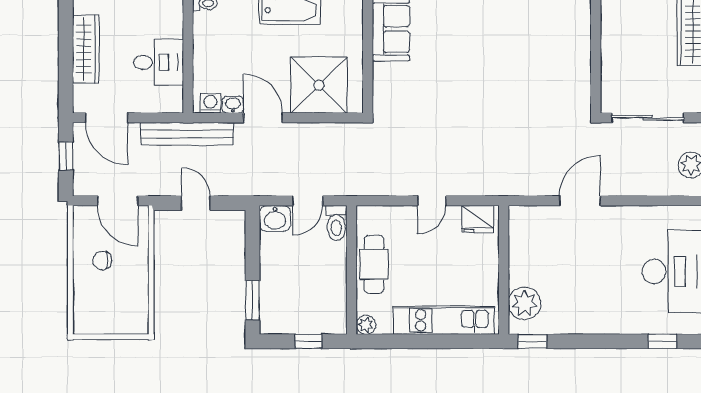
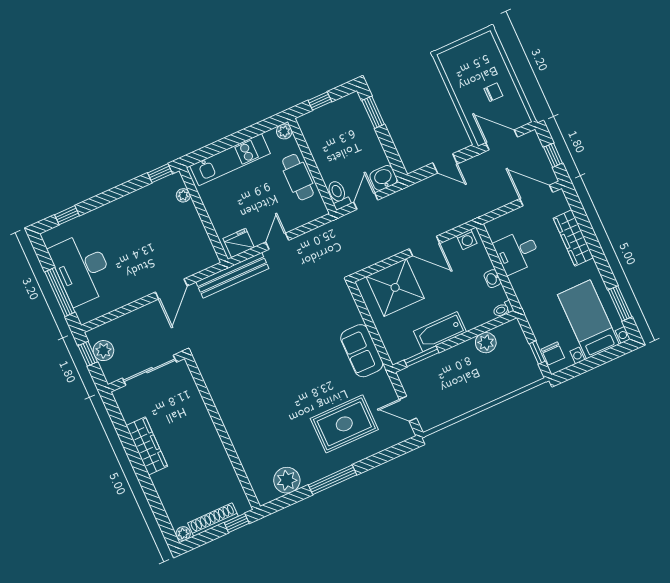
washbasin: (233, 105) -> (492, 279), moved, turned 90
bench: (187, 134) -> (232, 275), moved
plant: (525, 303) -> (183, 195), width x0.53, depth x0.53

